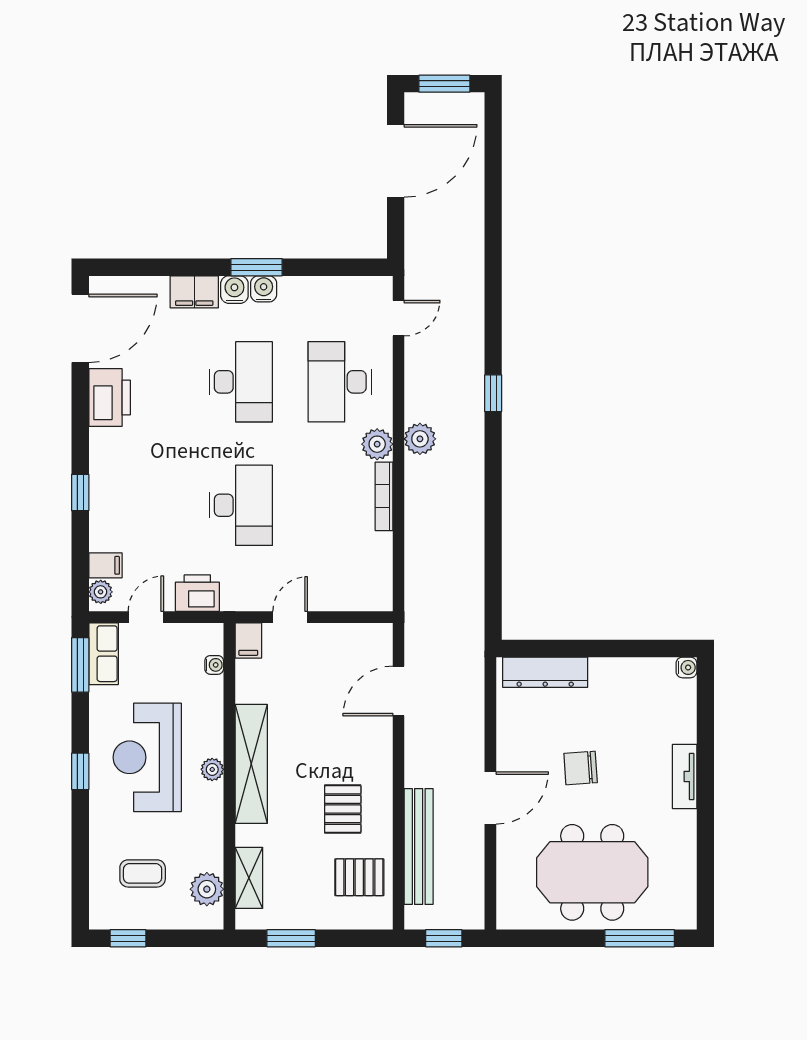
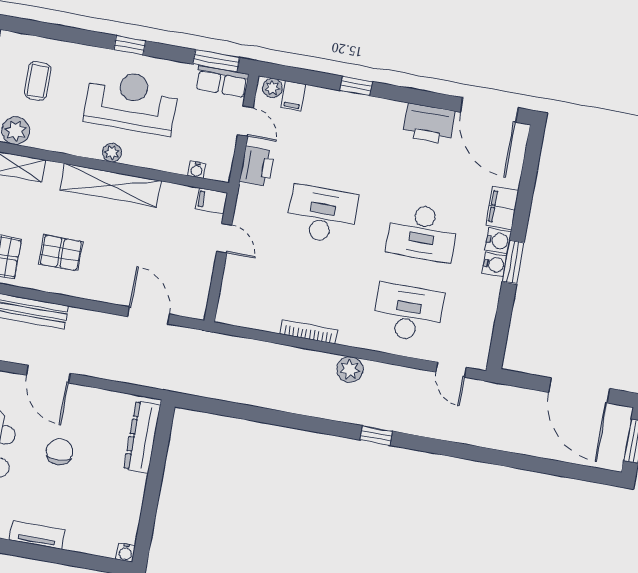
plant: (377, 444) -> (352, 334), removed
desk: (241, 505) -> (322, 214), turned 180

